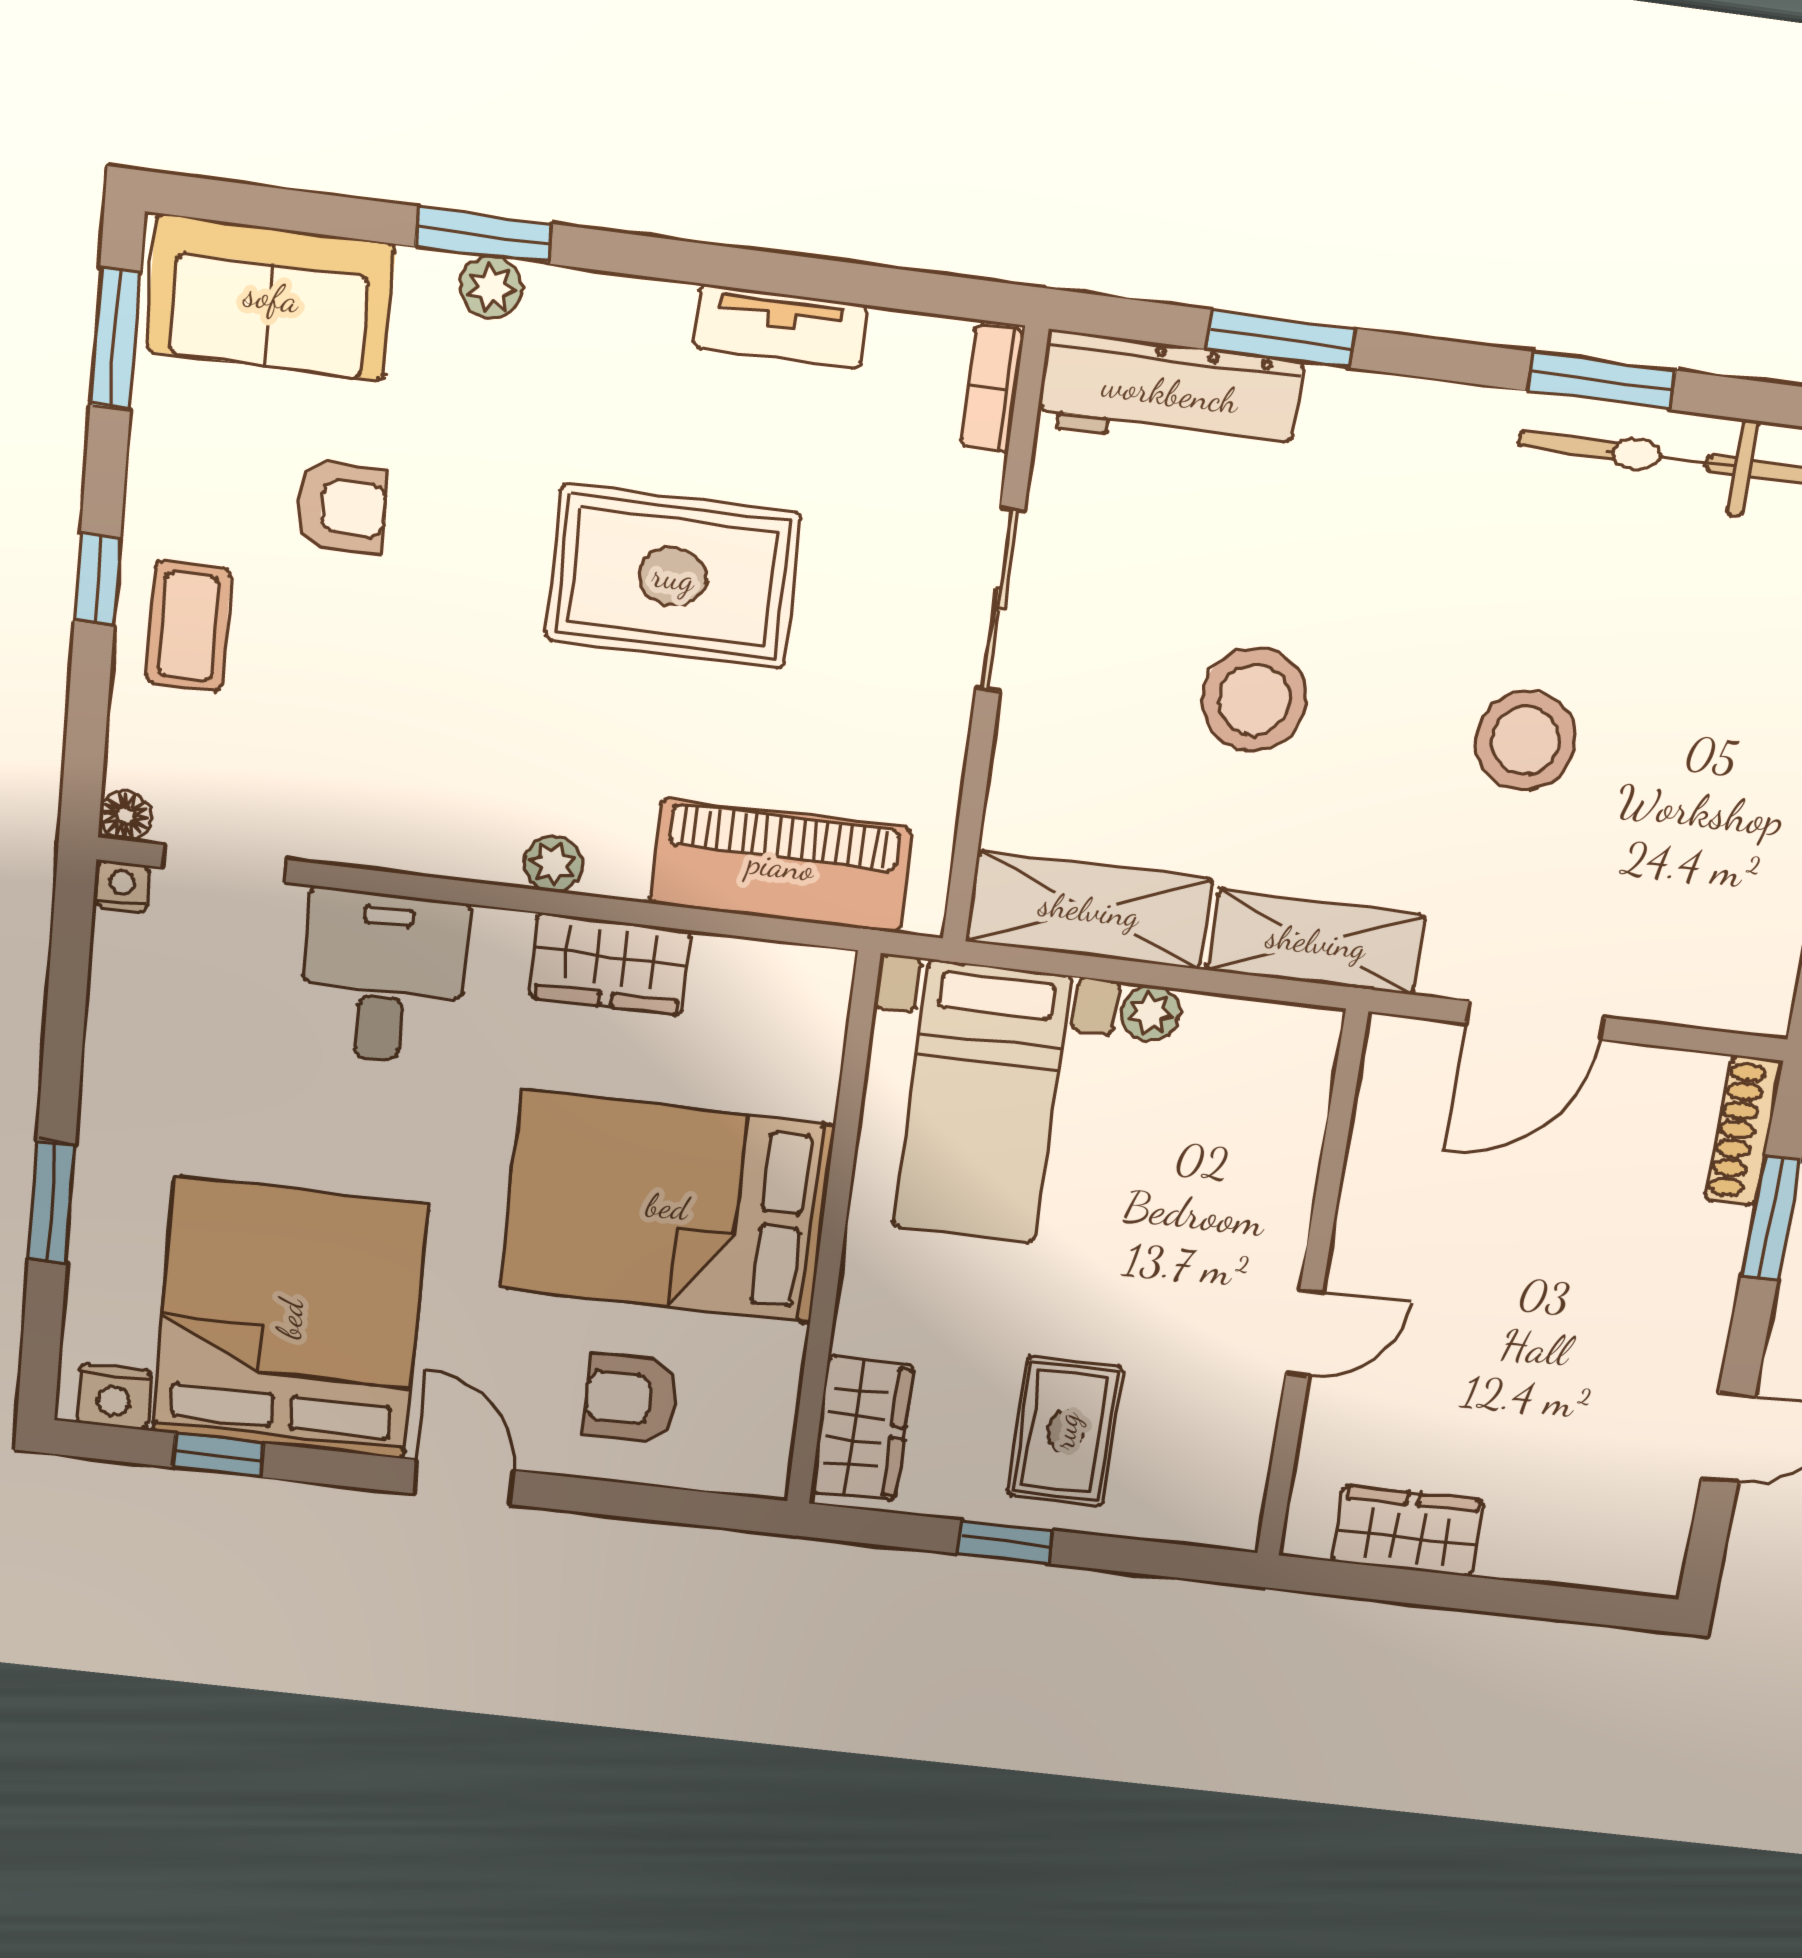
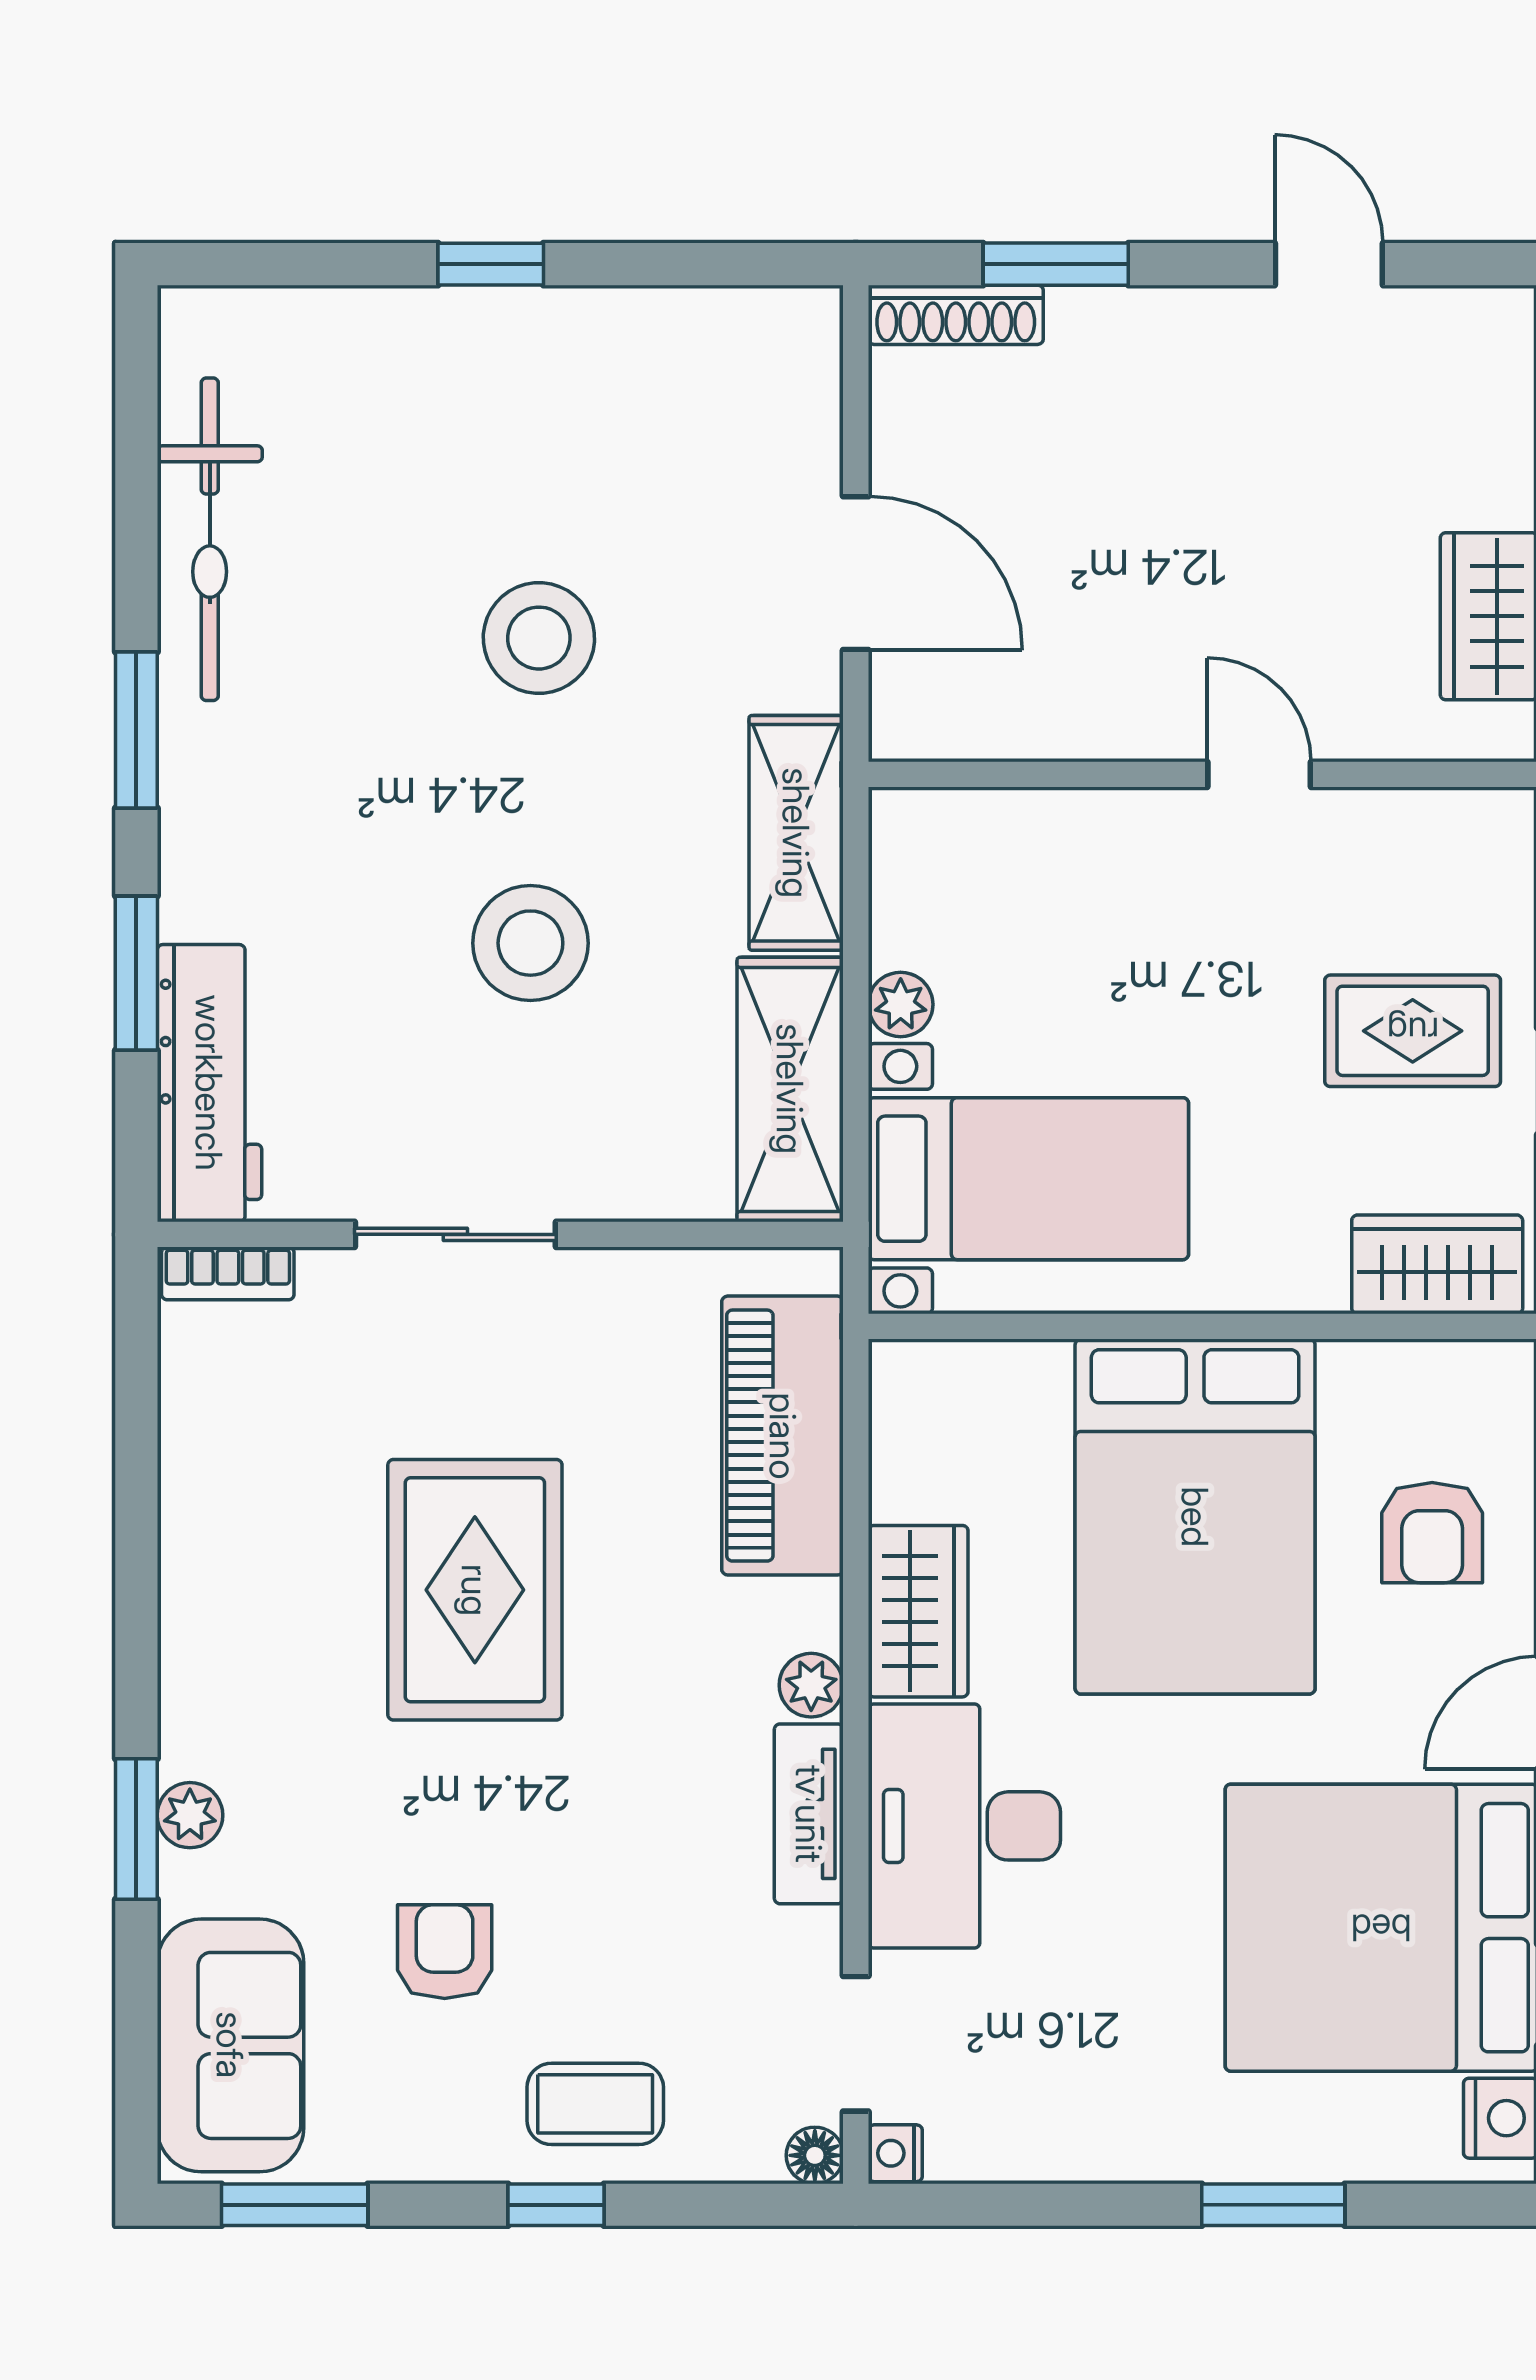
tv unit: (780, 326) -> (809, 1814), moved, turned 180
window: (1602, 381) -> (136, 730), moved
desk: (383, 977) -> (964, 1826), width x1.37

